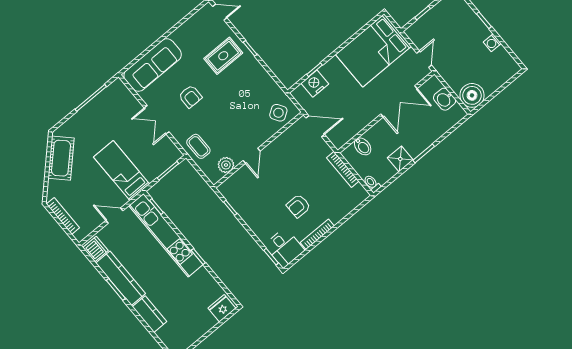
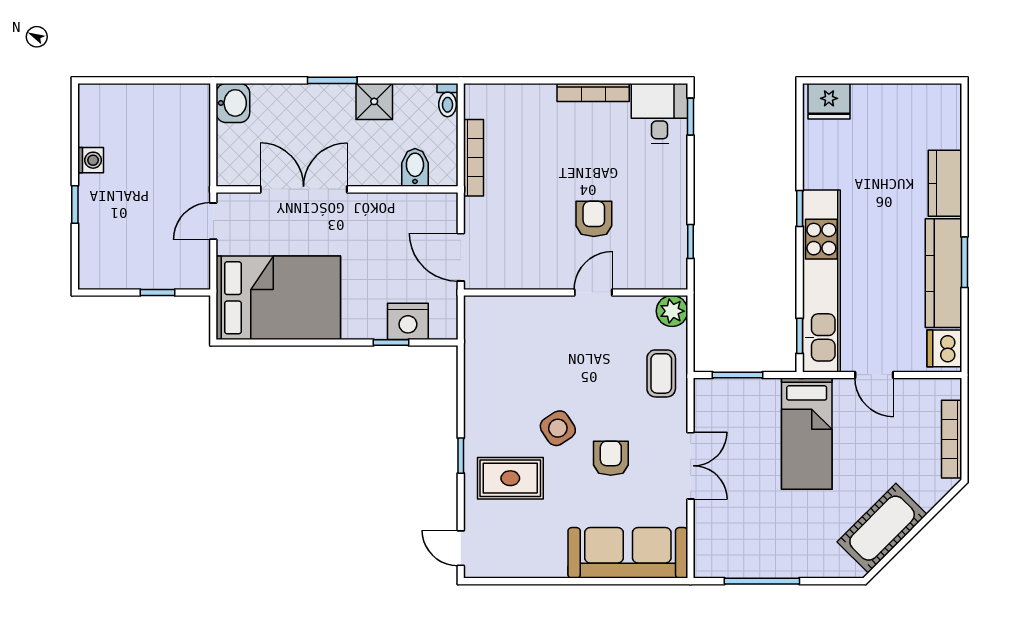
boiler: (472, 95) -> (187, 107), removed
washbasin: (445, 99) -> (233, 103), moved
side table: (278, 113) -> (558, 428), moved
plant: (226, 165) -> (672, 311), moved
armchair: (298, 206) -> (594, 219), moved, turned -90

